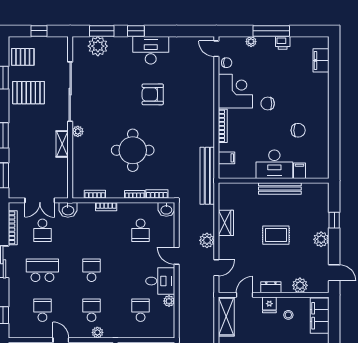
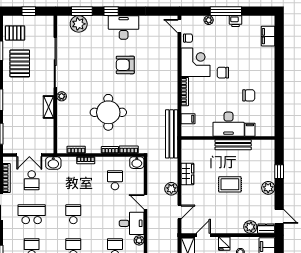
pallet: (29, 93) -> (20, 63), turned 90
school desk: (141, 230) -> (115, 180), turned 180
dresser: (271, 287) -> (266, 229), moved

